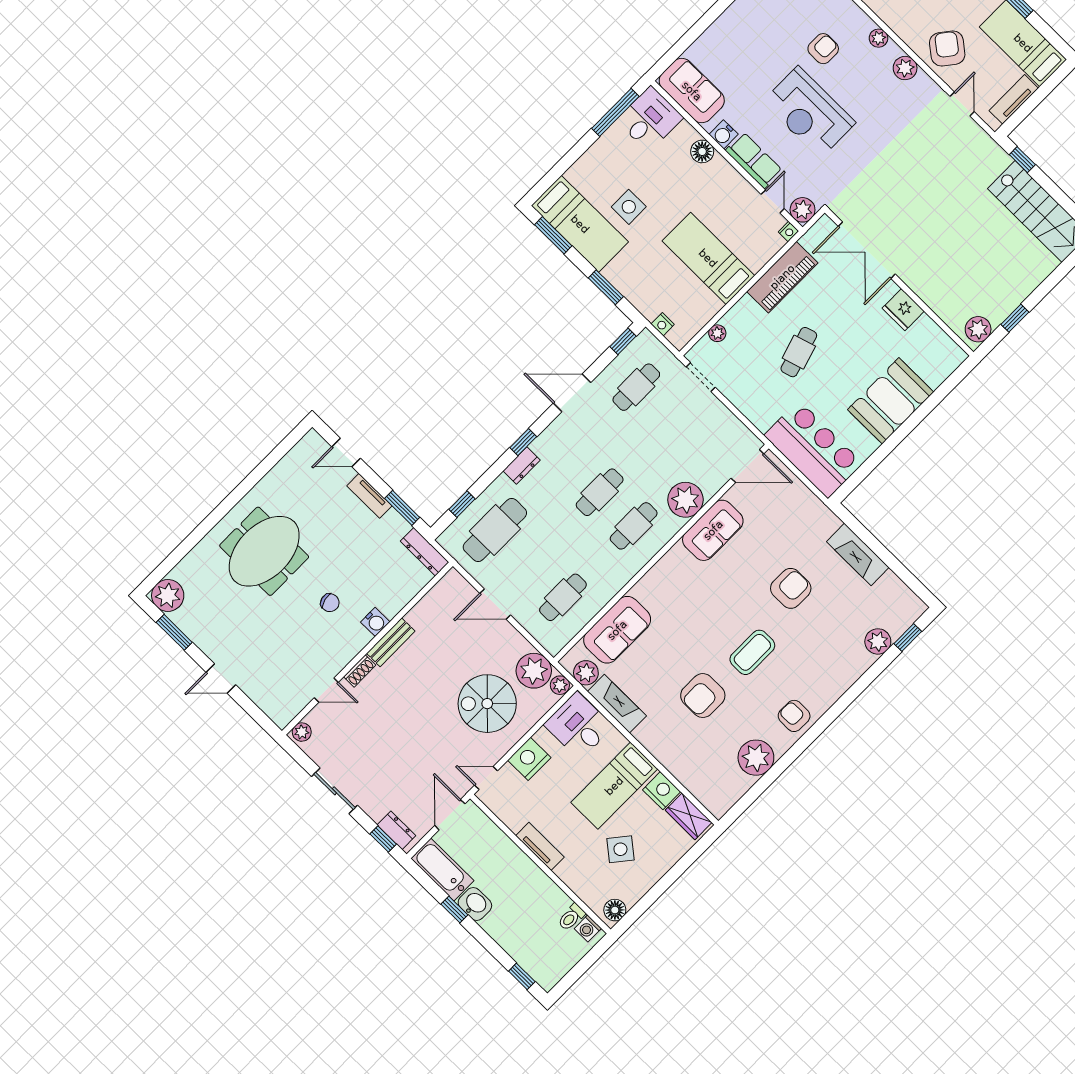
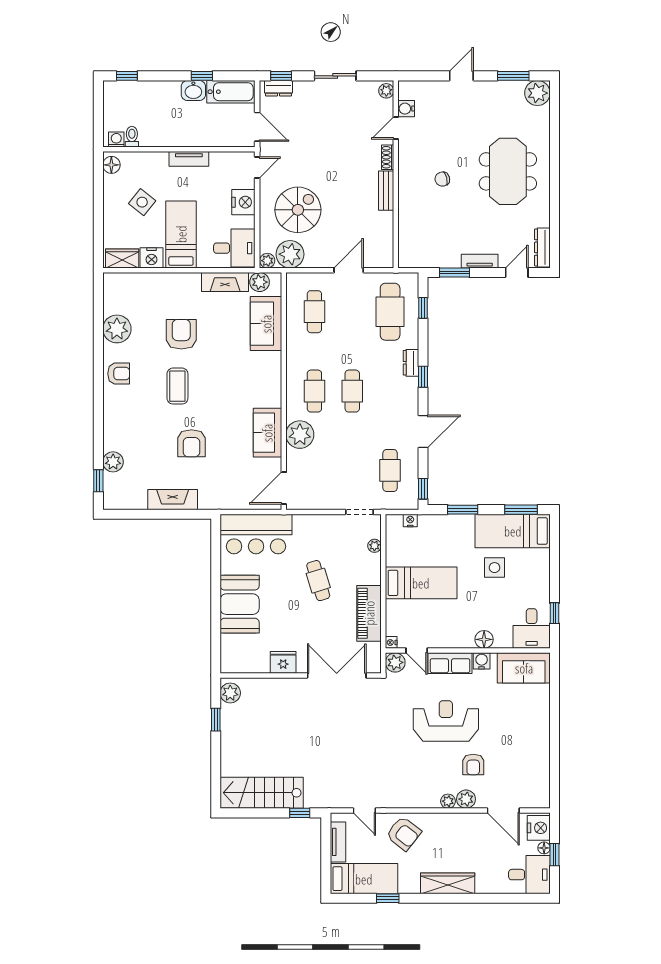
plant: (905, 68) -> (466, 799), moved
window: (615, 112) -> (555, 613), width x0.46
dresser: (425, 552) -> (542, 247), moved, turned -90
water cooler: (375, 622) -> (406, 109), moved

